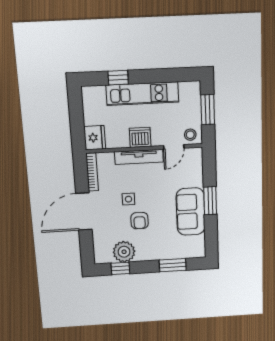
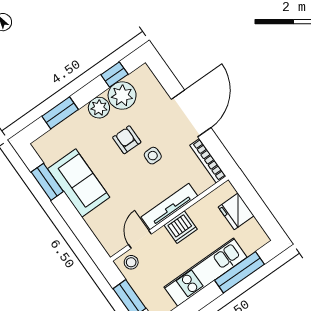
window: (118, 78) -> (239, 272), width x2.17
fridge: (95, 138) -> (236, 211), moved
window: (210, 201) -> (47, 182), moved
plant: (145, 253) -> (99, 108), added

